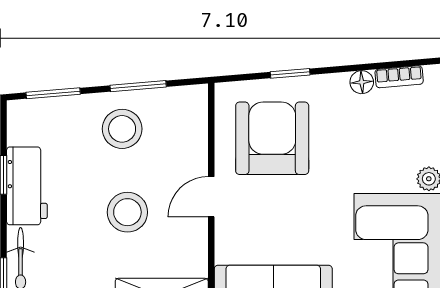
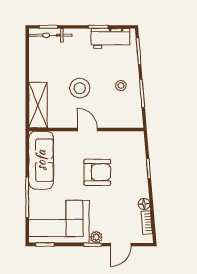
stool: (122, 129) -> (121, 85), width x0.53, depth x0.53
armchair: (272, 138) -> (97, 172), moved, width x0.73, depth x0.73
workbench: (27, 186) -> (110, 38), moved

